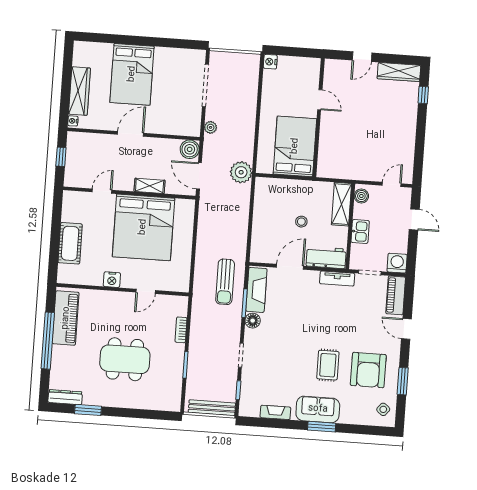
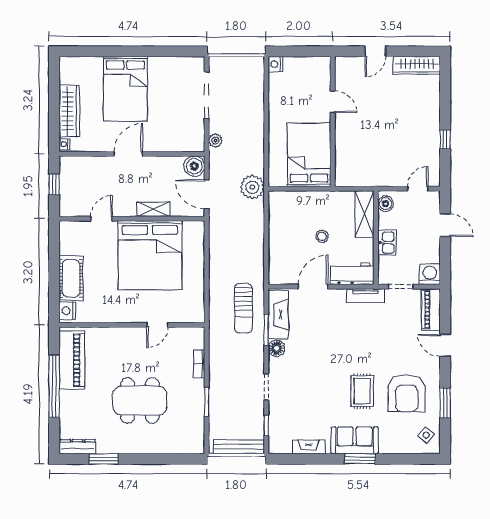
window: (423, 95) -> (445, 139), moved
nightstand: (112, 280) -> (67, 311), moved, turned 90

